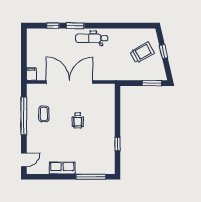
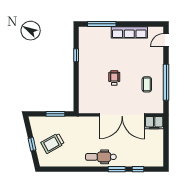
dental chair: (92, 38) -> (101, 157), turned 180
filing cabinet: (31, 74) -> (154, 123), width x2.00
window: (152, 83) -> (55, 114), moved
row of seats: (62, 168) -> (129, 32), width x1.48

